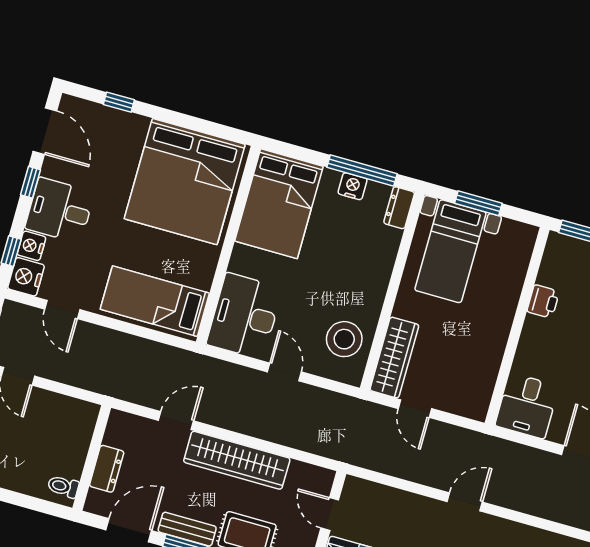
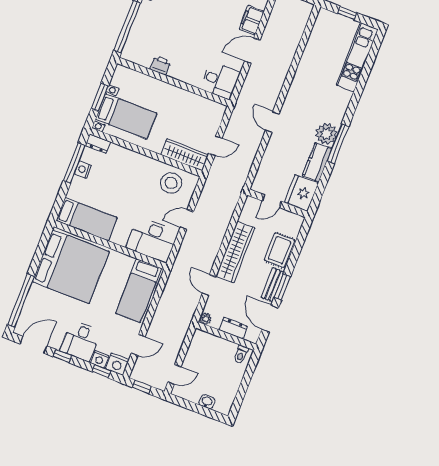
window: (119, 102) -> (21, 300), width x3.17
bed: (279, 204) -> (87, 219), width x0.67
plant: (118, 420) -> (206, 319), added

